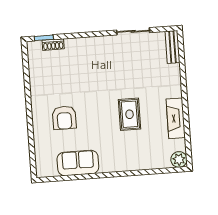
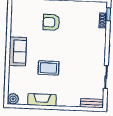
sofa: (78, 163) -> (18, 52), moved

